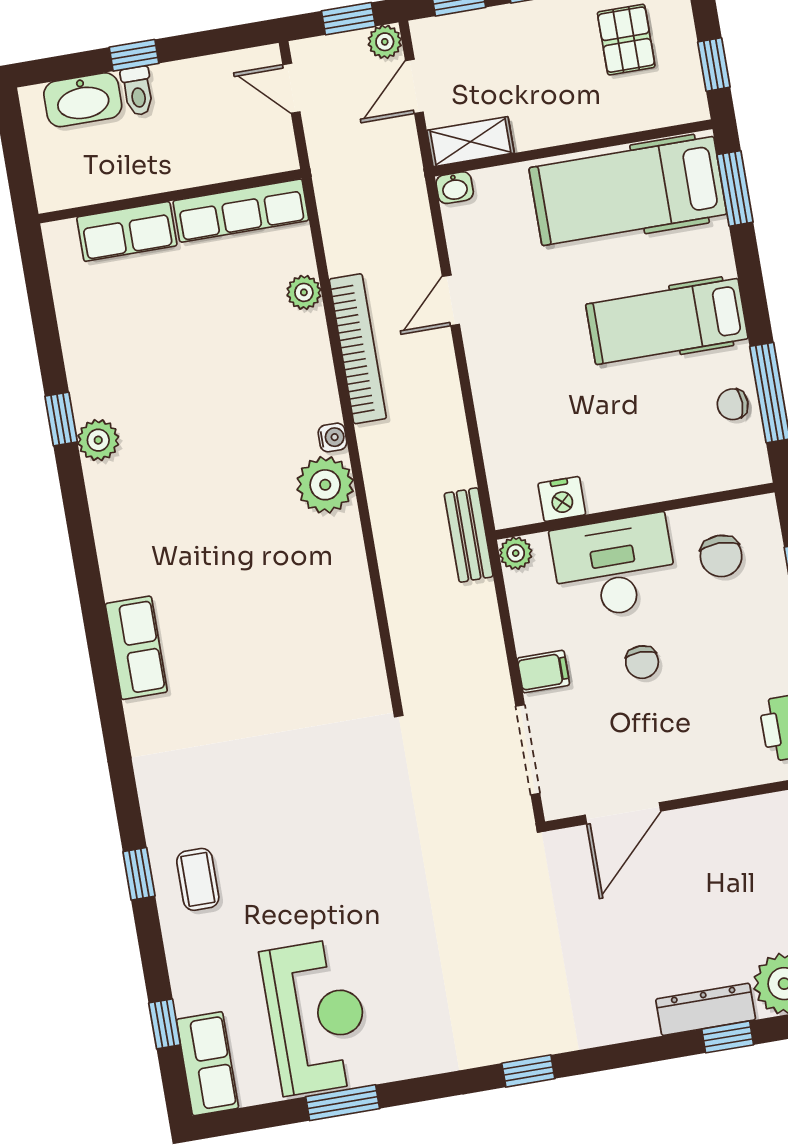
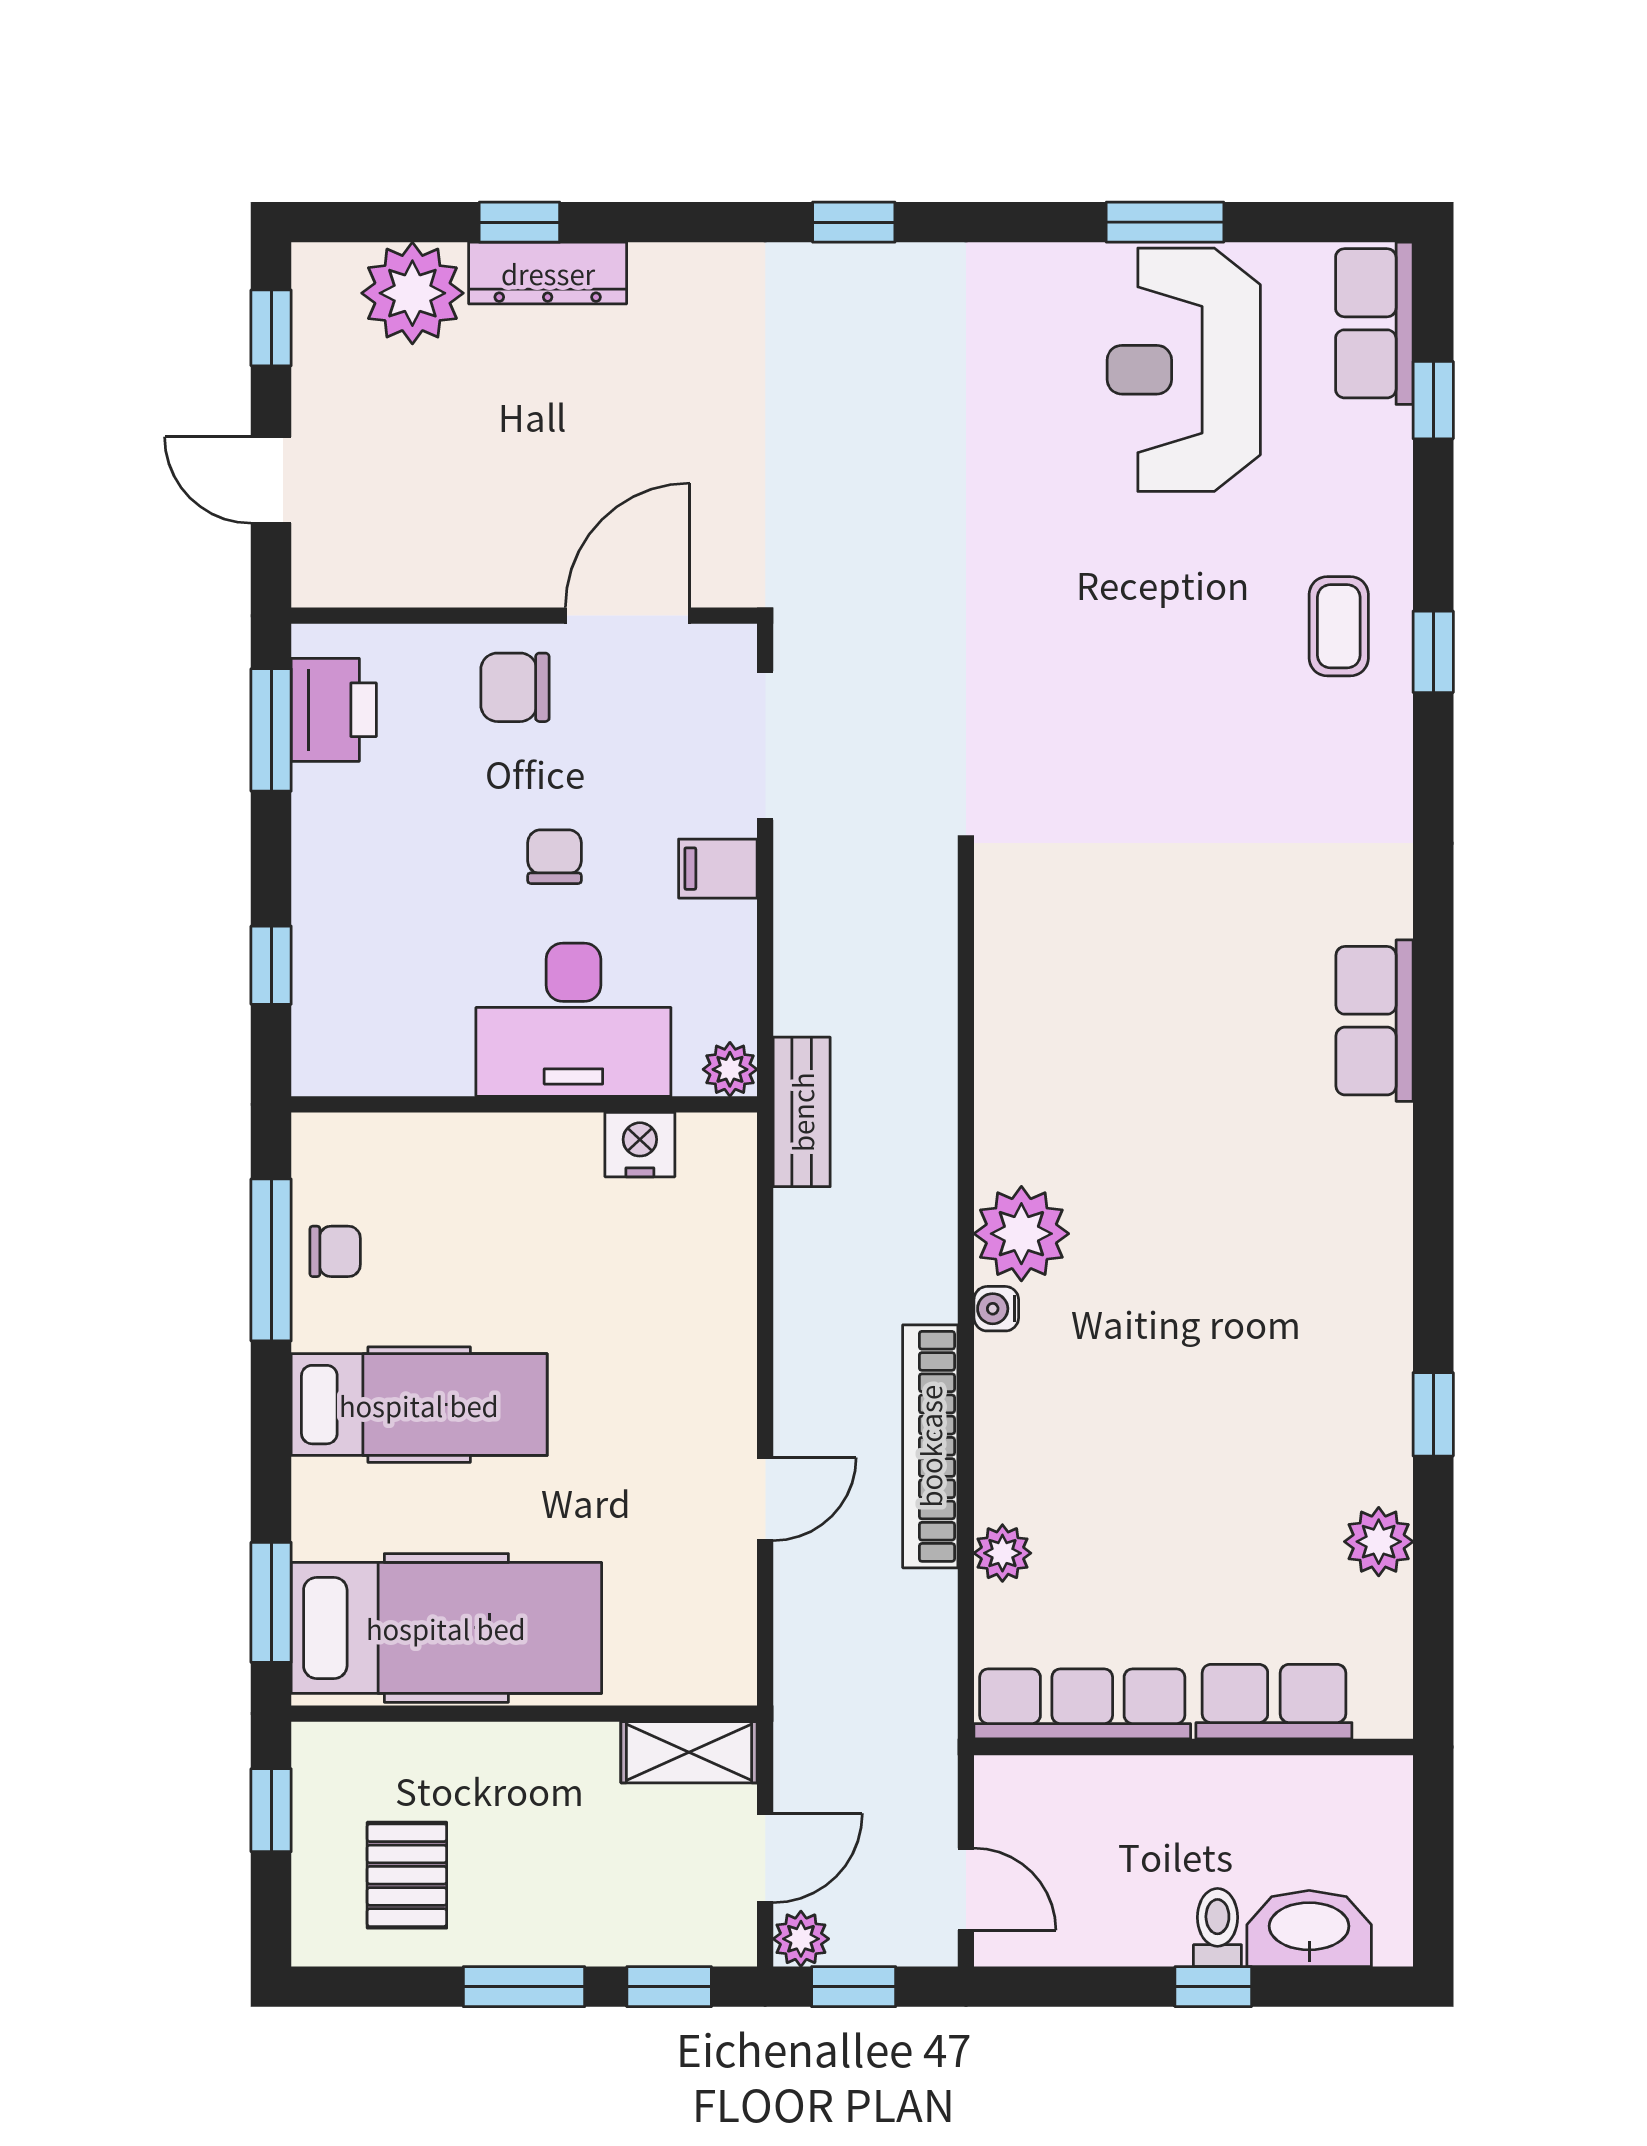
washbasin: (455, 188) -> (728, 1682), removed
plant: (98, 440) -> (1379, 1542), moved
chair: (721, 556) -> (515, 687), moved, turned -90

